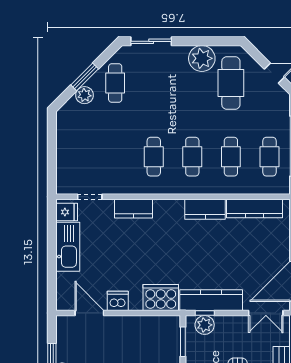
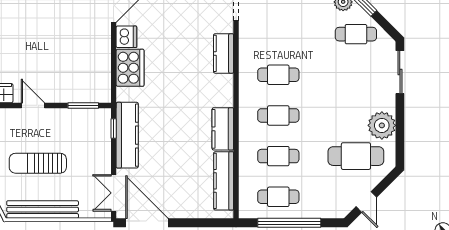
cooker: (161, 297) -> (130, 68), moved
plant: (205, 325) -> (101, 128), removed

